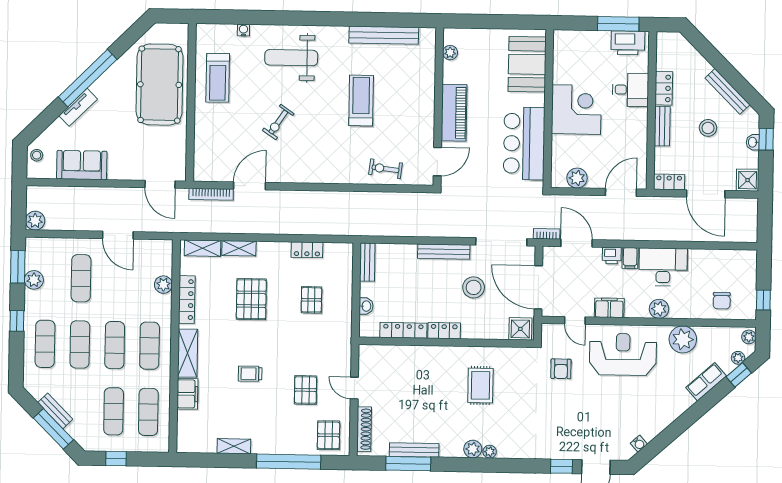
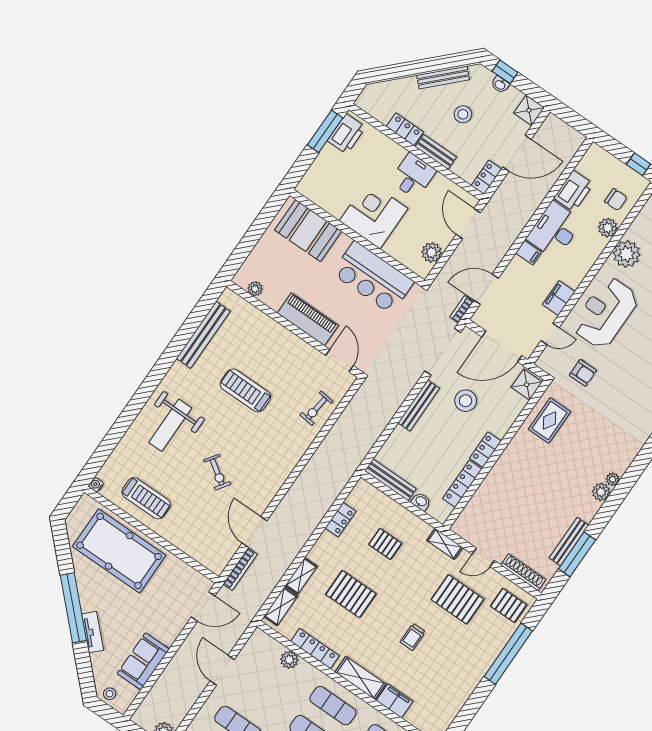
water cooler: (243, 30) -> (96, 485), moved
desk: (630, 90) -> (413, 176), moved
door: (118, 235) -> (222, 670), swing flipped
printer: (612, 256) -> (574, 191), moved, width x1.87, depth x1.48
bench: (367, 262) -> (390, 480), width x1.36
plant: (659, 309) -> (608, 228), moved
rug: (480, 385) -> (550, 421), moved, turned 90
pallet: (306, 390) -> (458, 599), width x1.50, depth x1.42
shelving: (234, 446) -> (445, 544), moved, turned 90

